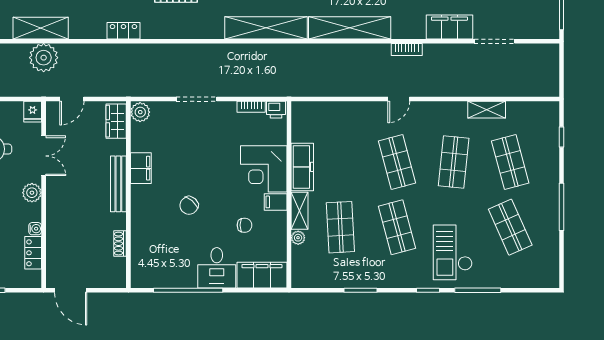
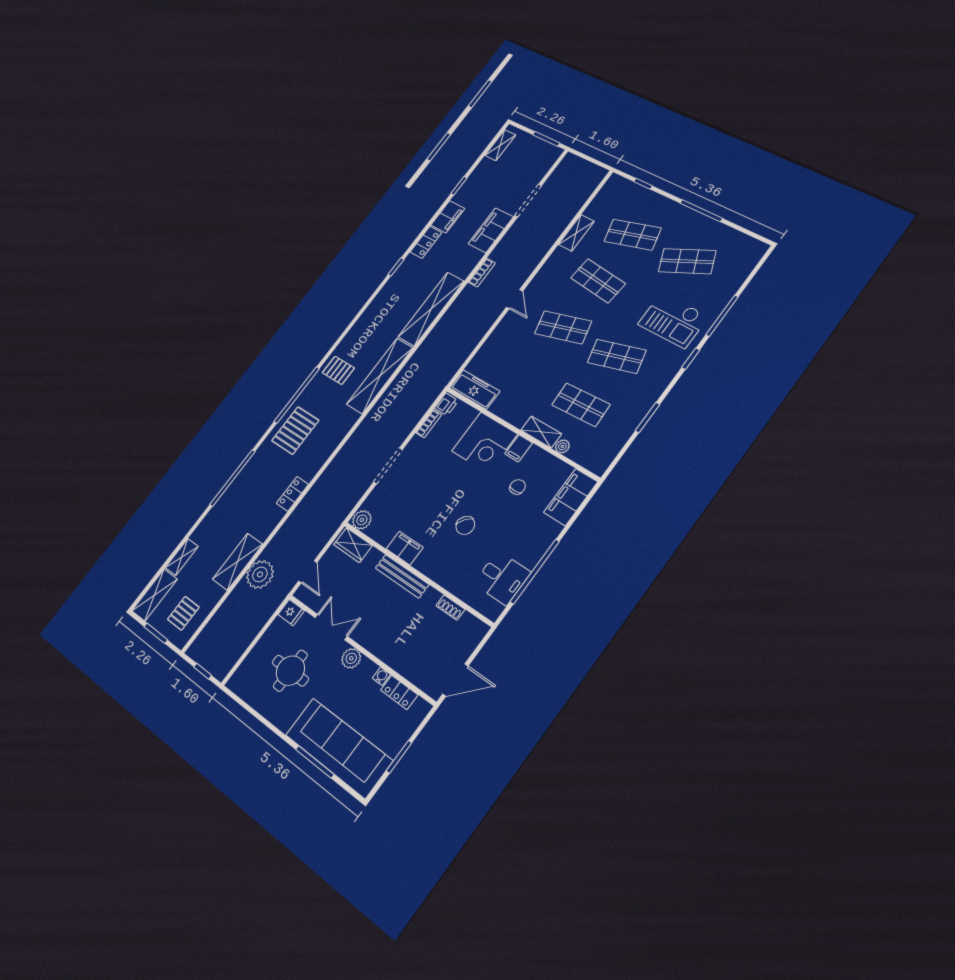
freezer: (302, 167) -> (475, 390), moved
desk: (217, 268) -> (502, 578), moved

